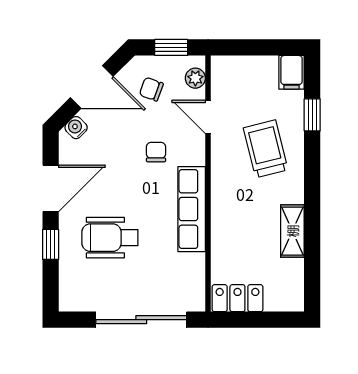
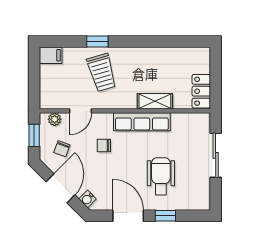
window: (312, 115) -> (97, 41), moved
trolley: (266, 149) -> (102, 72), turned -92
shelving: (292, 231) -> (155, 101), moved
wheelchair: (110, 238) -> (161, 176), turned 180
sliding door: (141, 320) -> (216, 155), width x0.73

